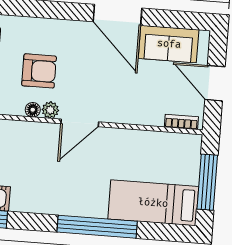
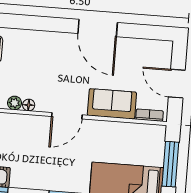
sofa: (169, 44) -> (112, 104), moved, turned 180
armchair: (39, 71) -> (34, 73), removed
plant: (50, 110) -> (15, 103), moved

